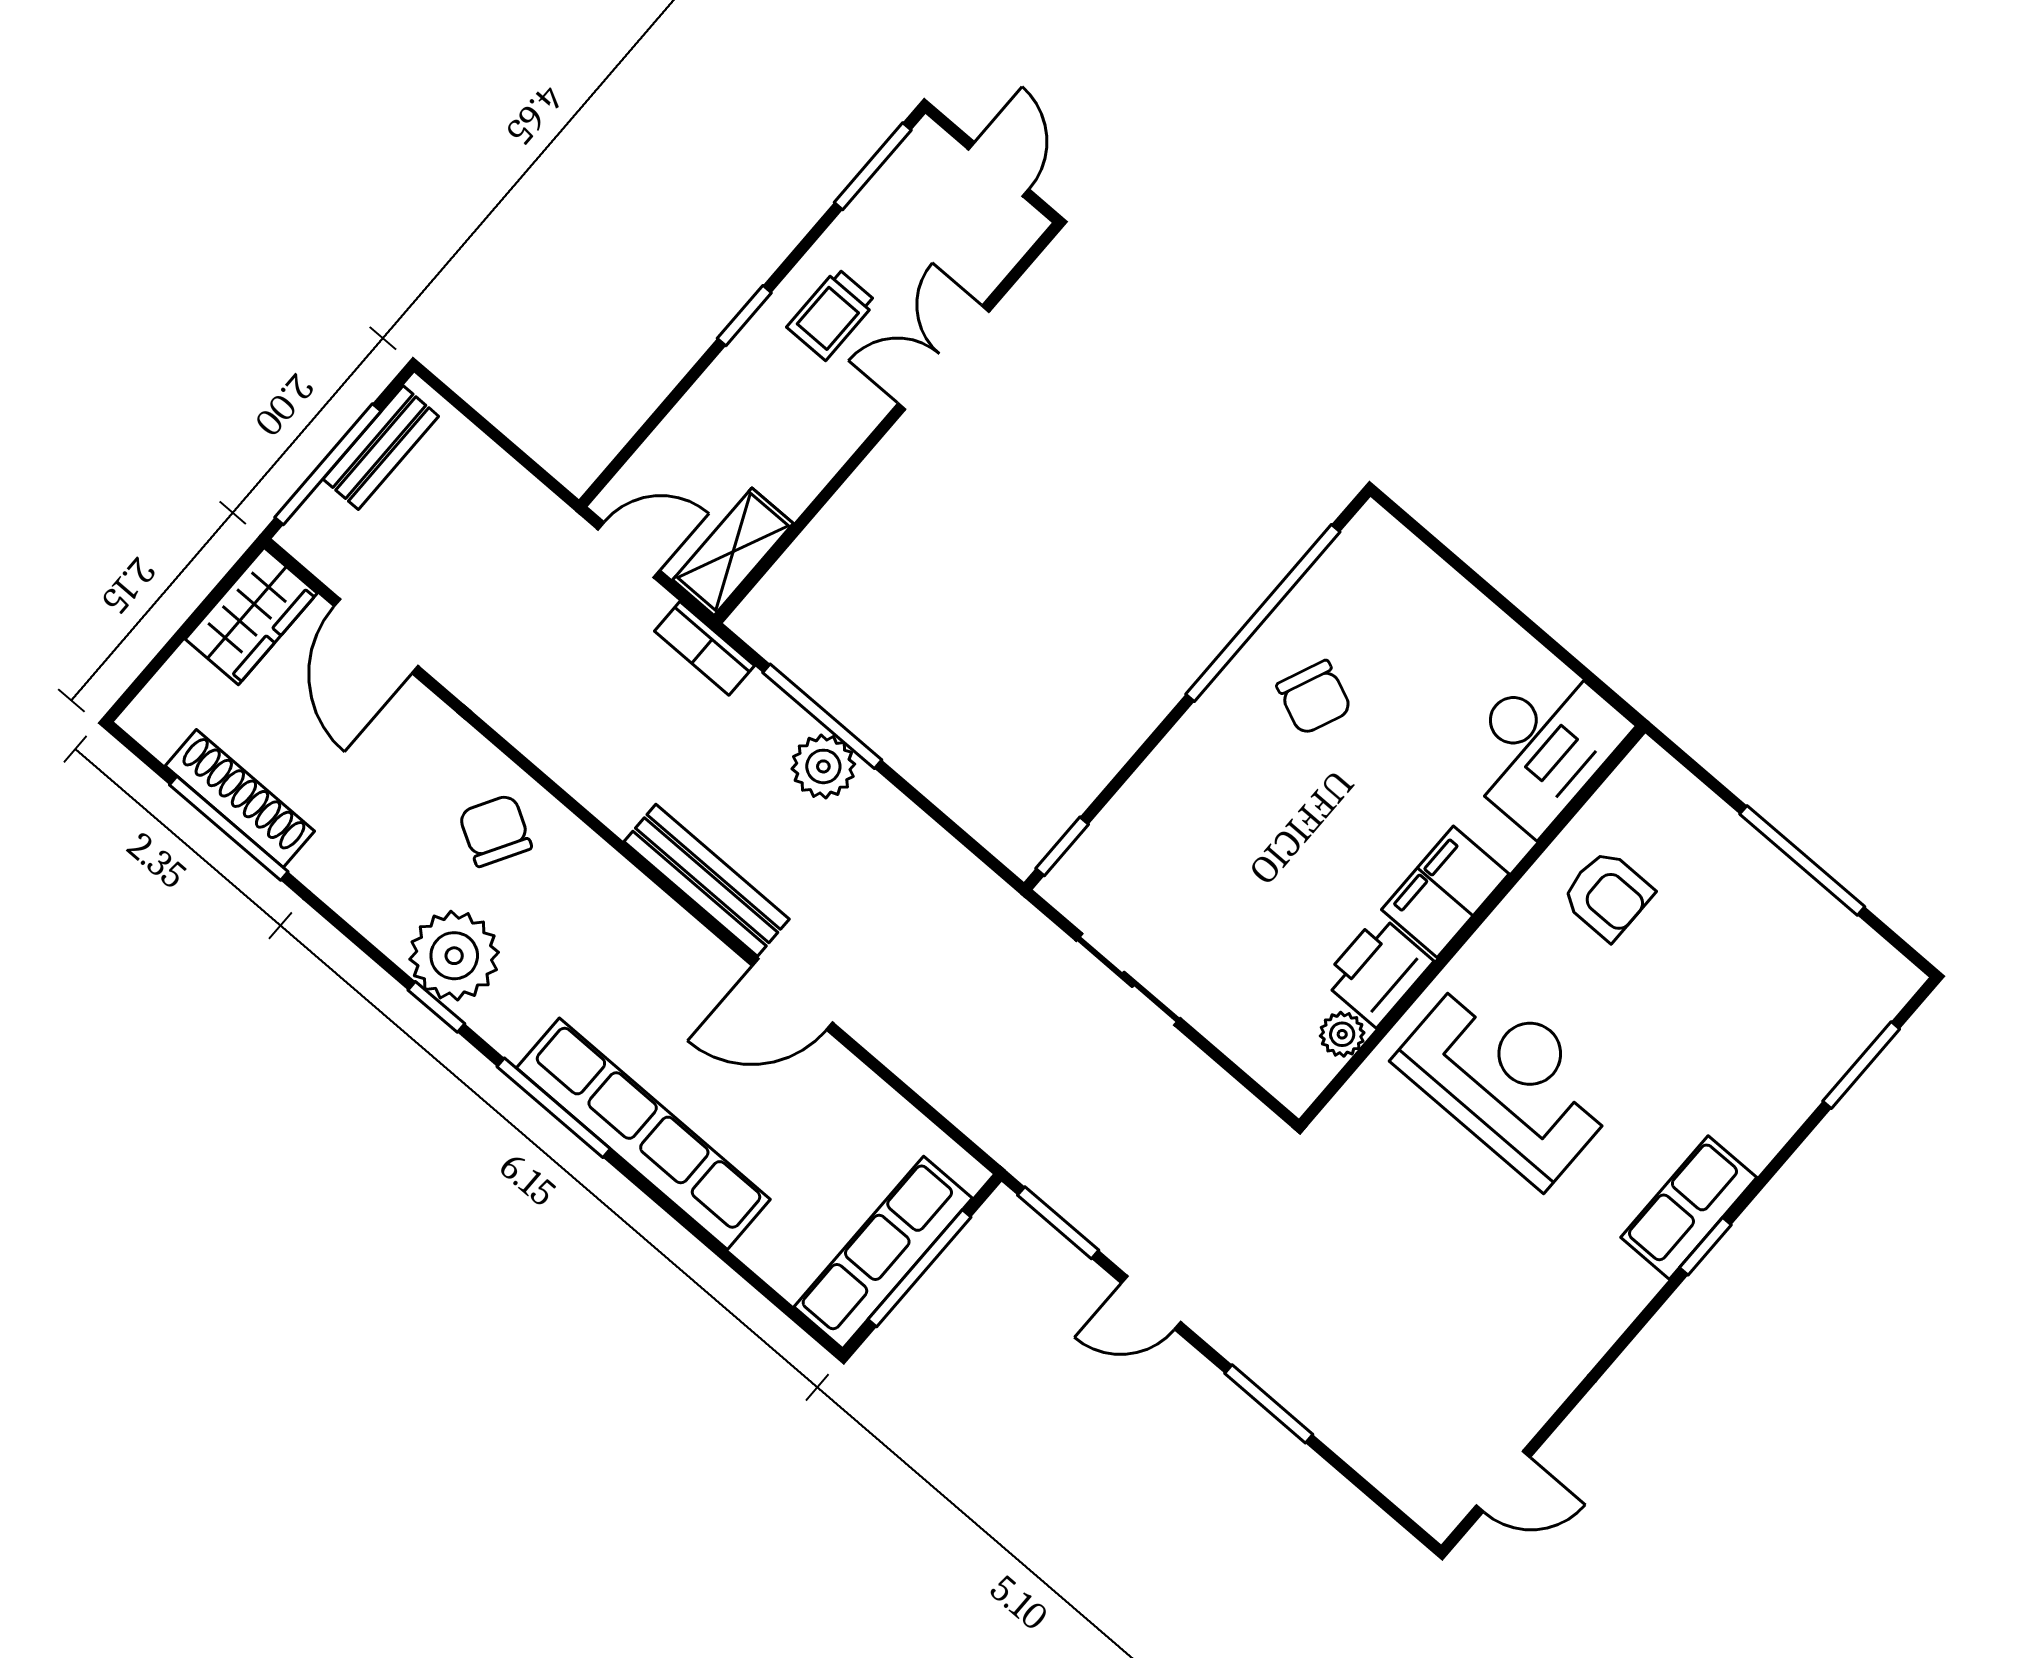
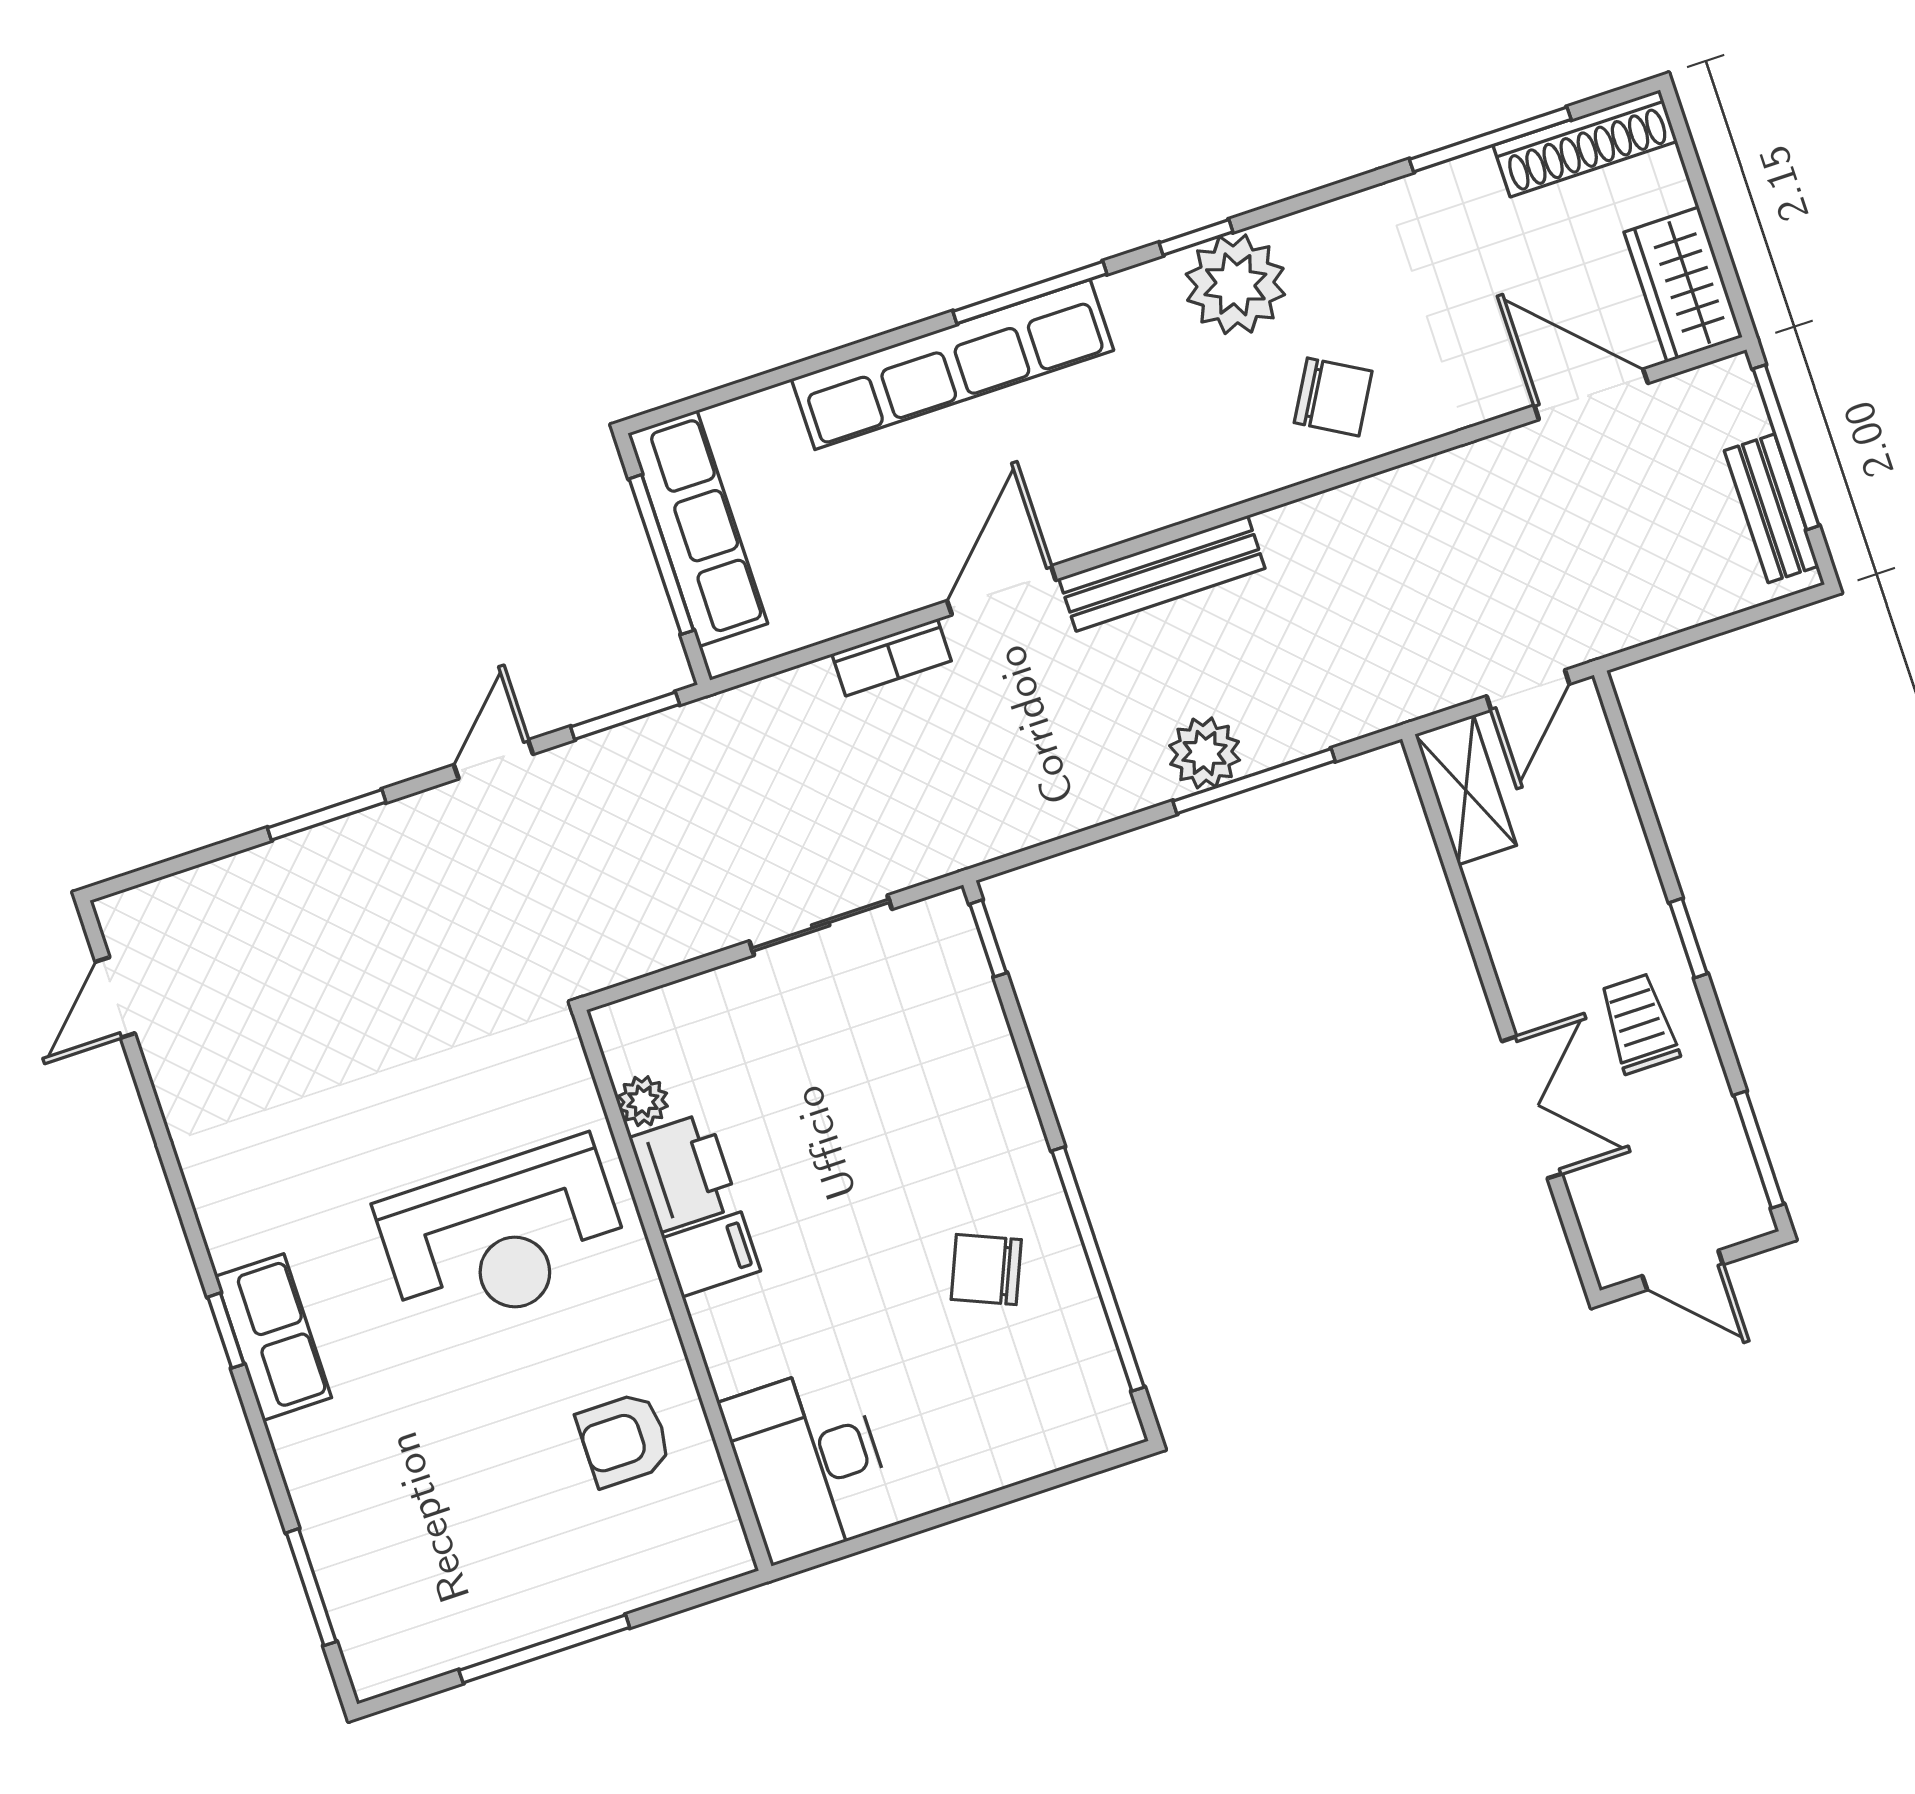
bookcase: (704, 648) -> (892, 657), moved, turned 180
shoe rack: (240, 798) -> (1585, 143), moved
filing cabinet: (1445, 892) -> (711, 1254), width x0.50

